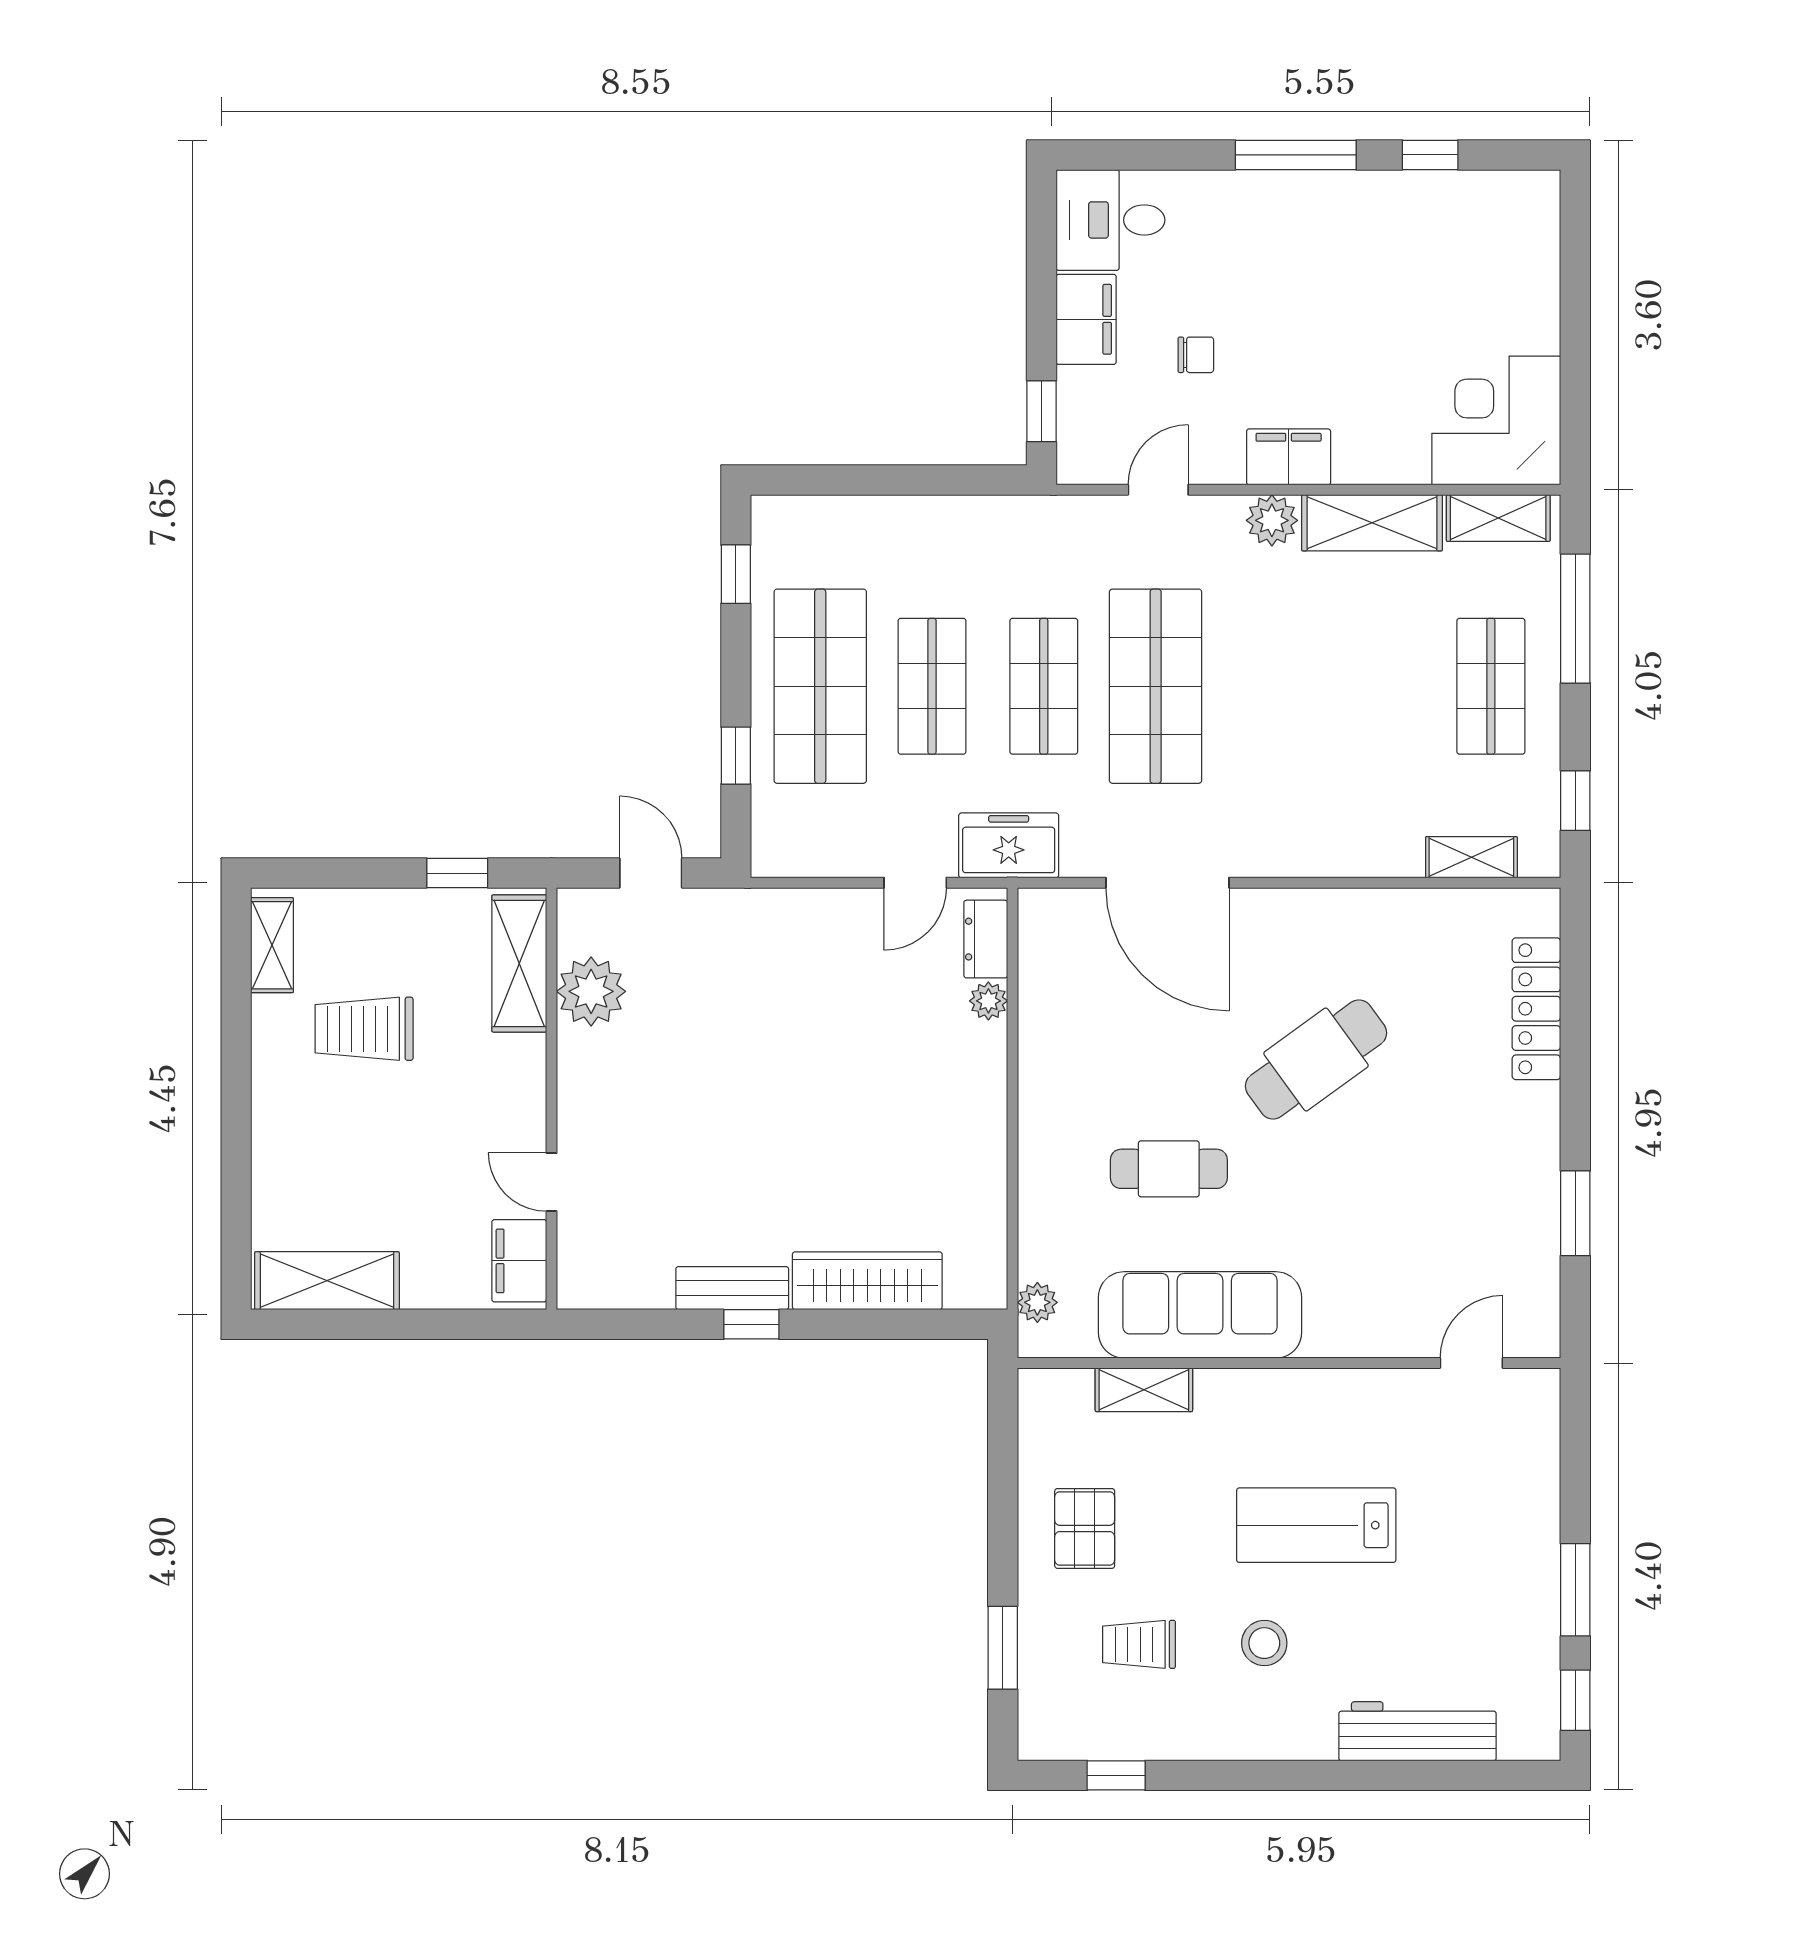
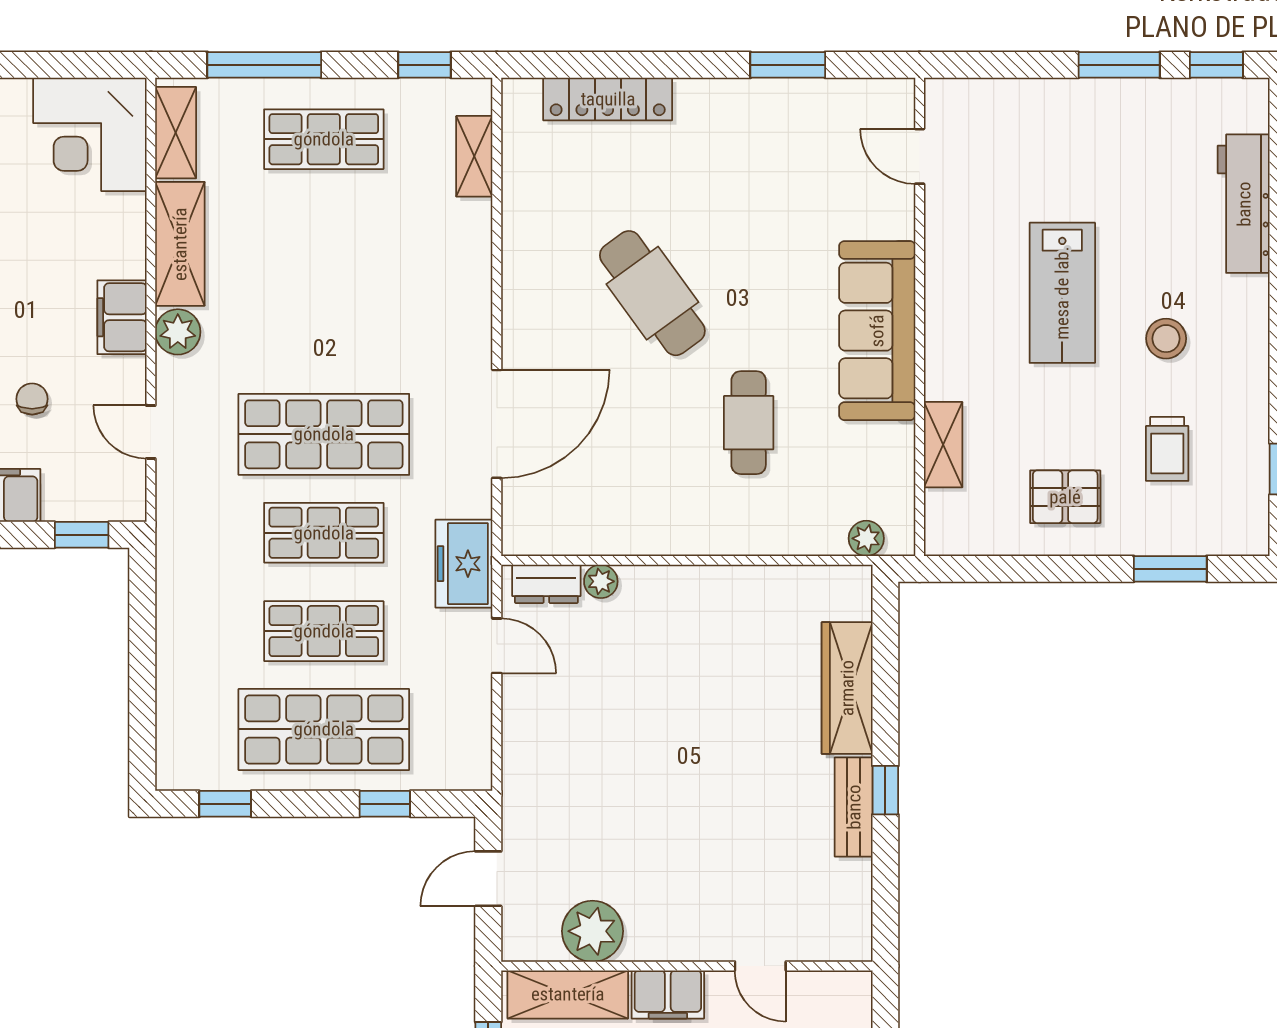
door: (552, 1182) -> (760, 966), hinge flipped
filing cabinet: (519, 1261) -> (668, 994), moved
sofa: (1200, 1315) -> (877, 331), moved

